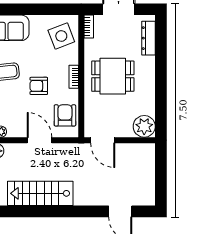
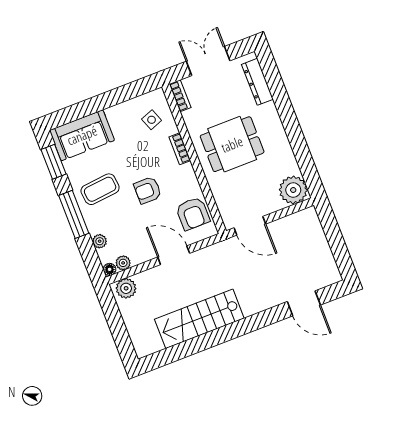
side table: (61, 36) -> (152, 120), width x0.54, depth x0.54
bookcase: (74, 77) -> (180, 149), moved
armchair: (65, 115) -> (193, 214), turned 180

